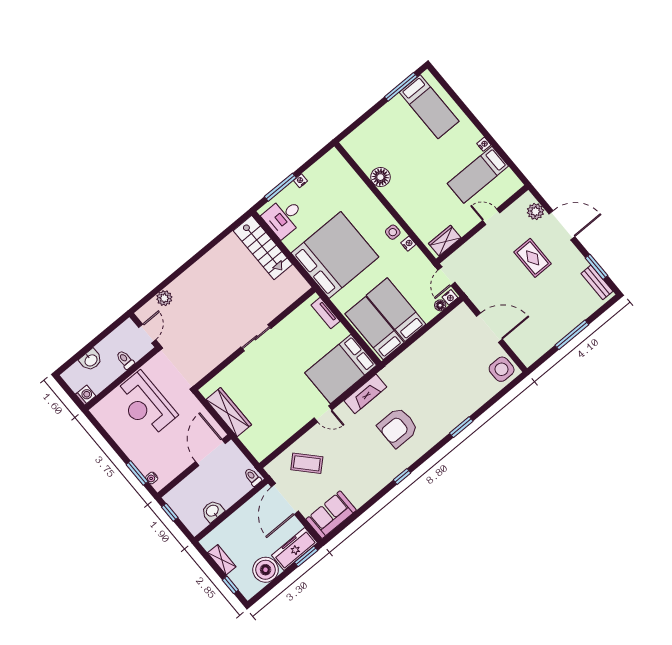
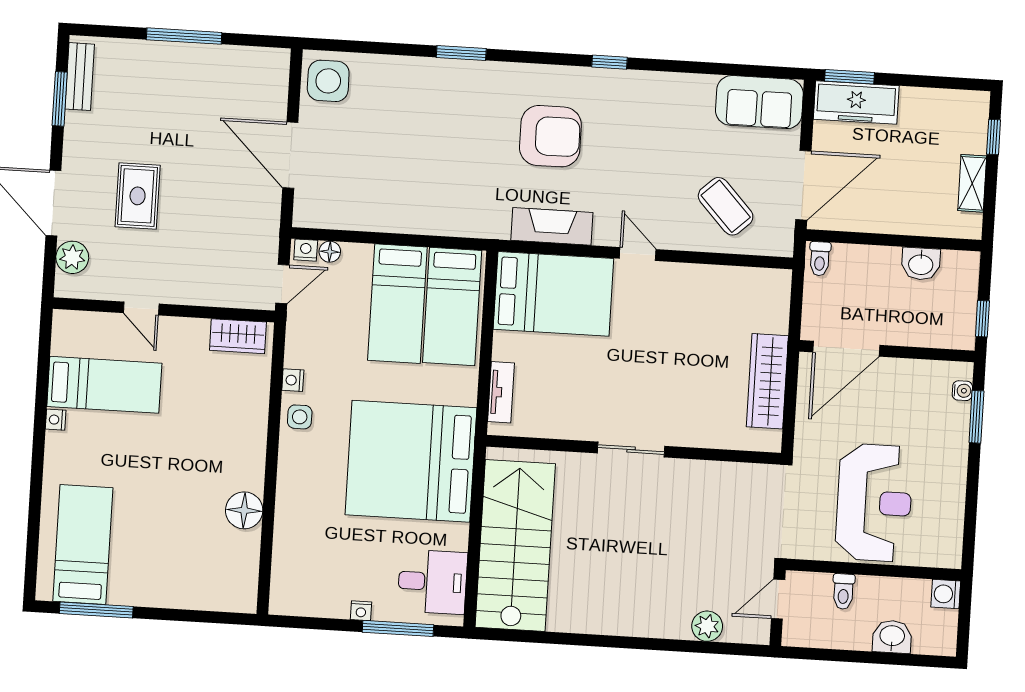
stairs: (263, 247) -> (515, 545), width x1.36, depth x1.51
boiler: (266, 570) -> (924, 112), removed

